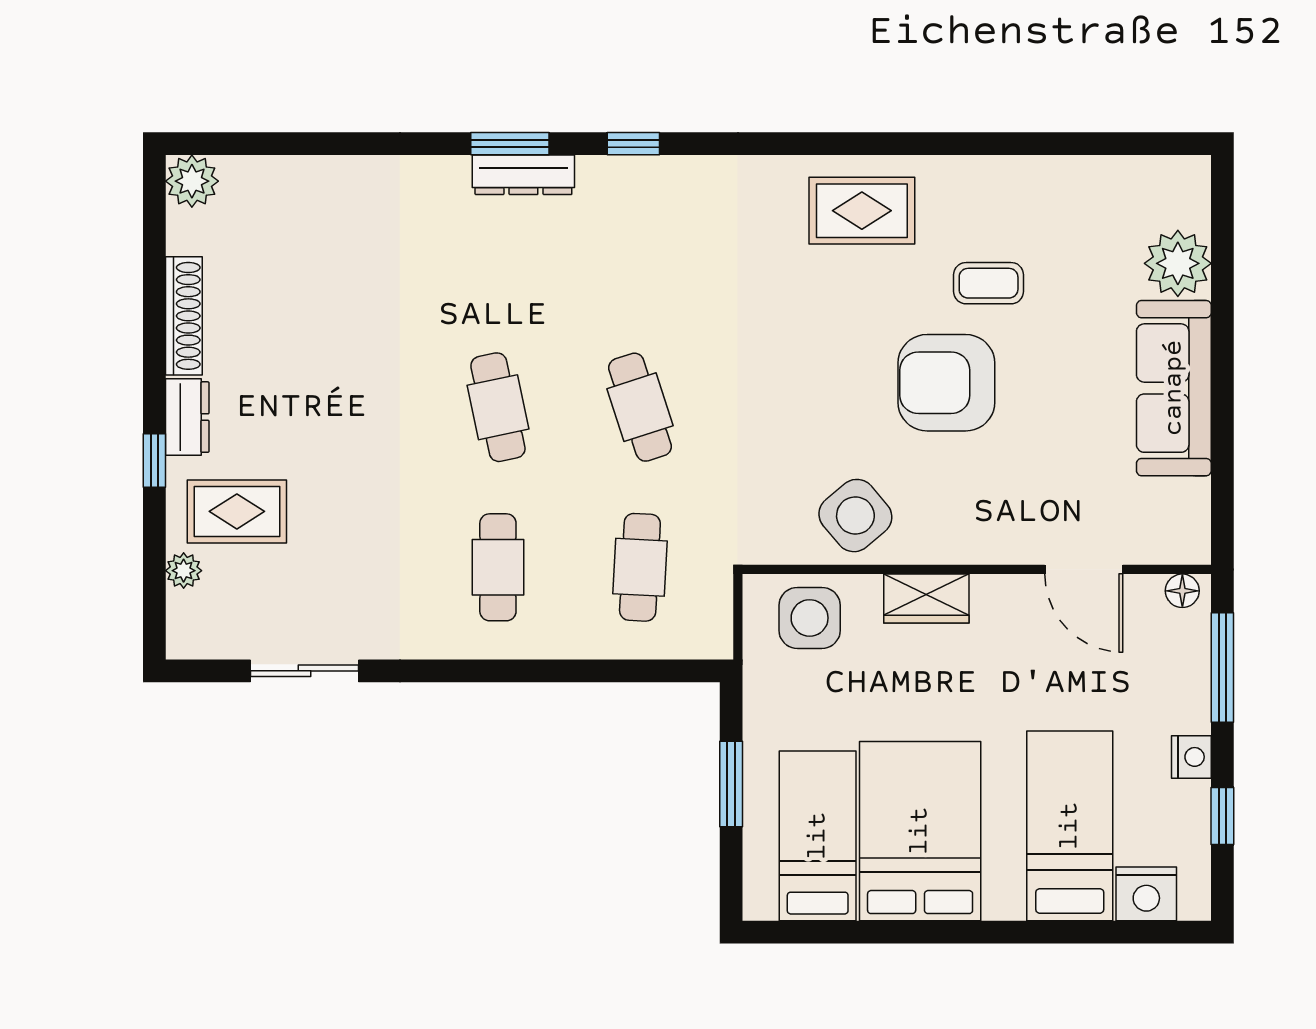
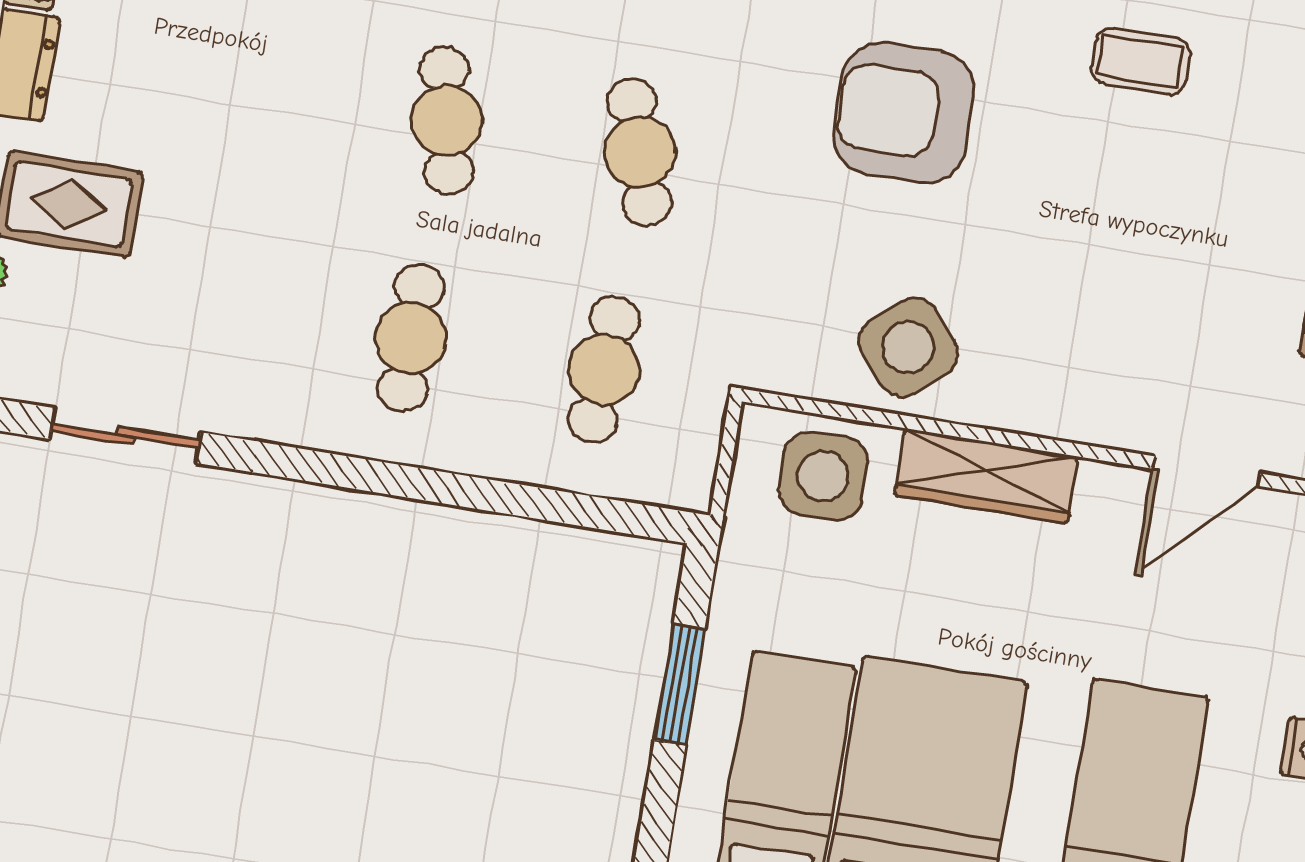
armchair: (946, 383) -> (904, 113), moved
door: (1084, 569) -> (1206, 471), hinge flipped
wardrobe: (926, 599) -> (986, 476), width x1.50

